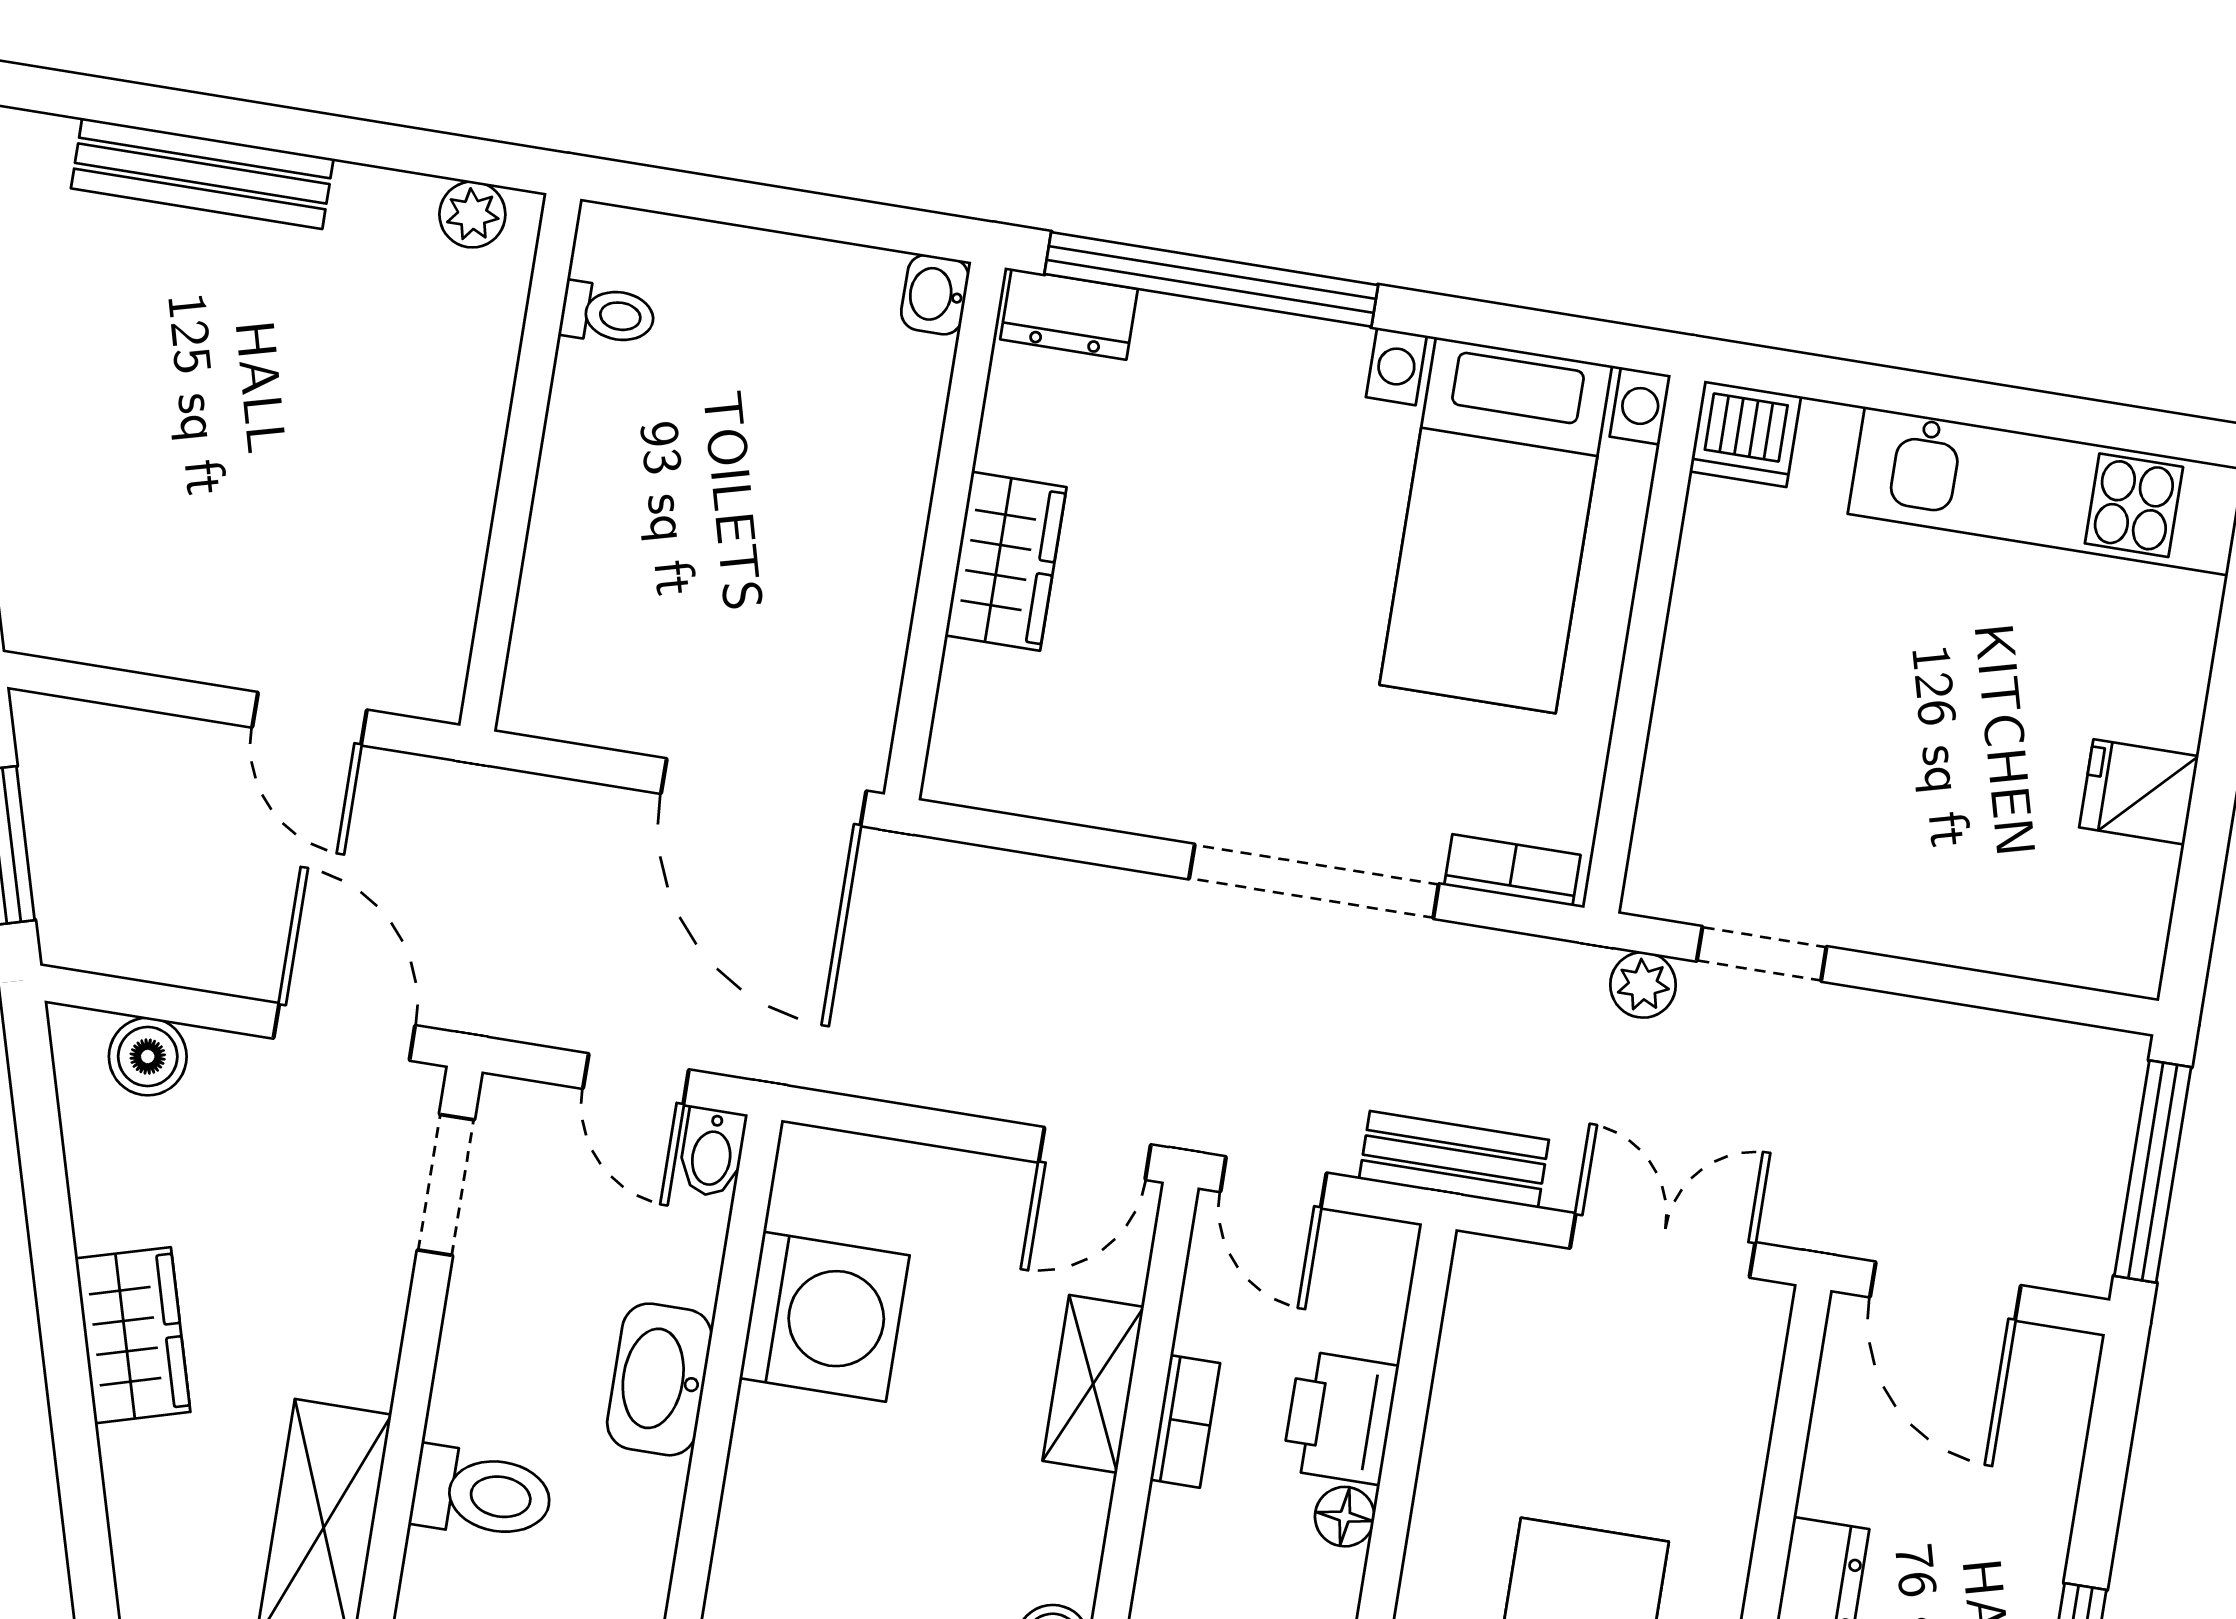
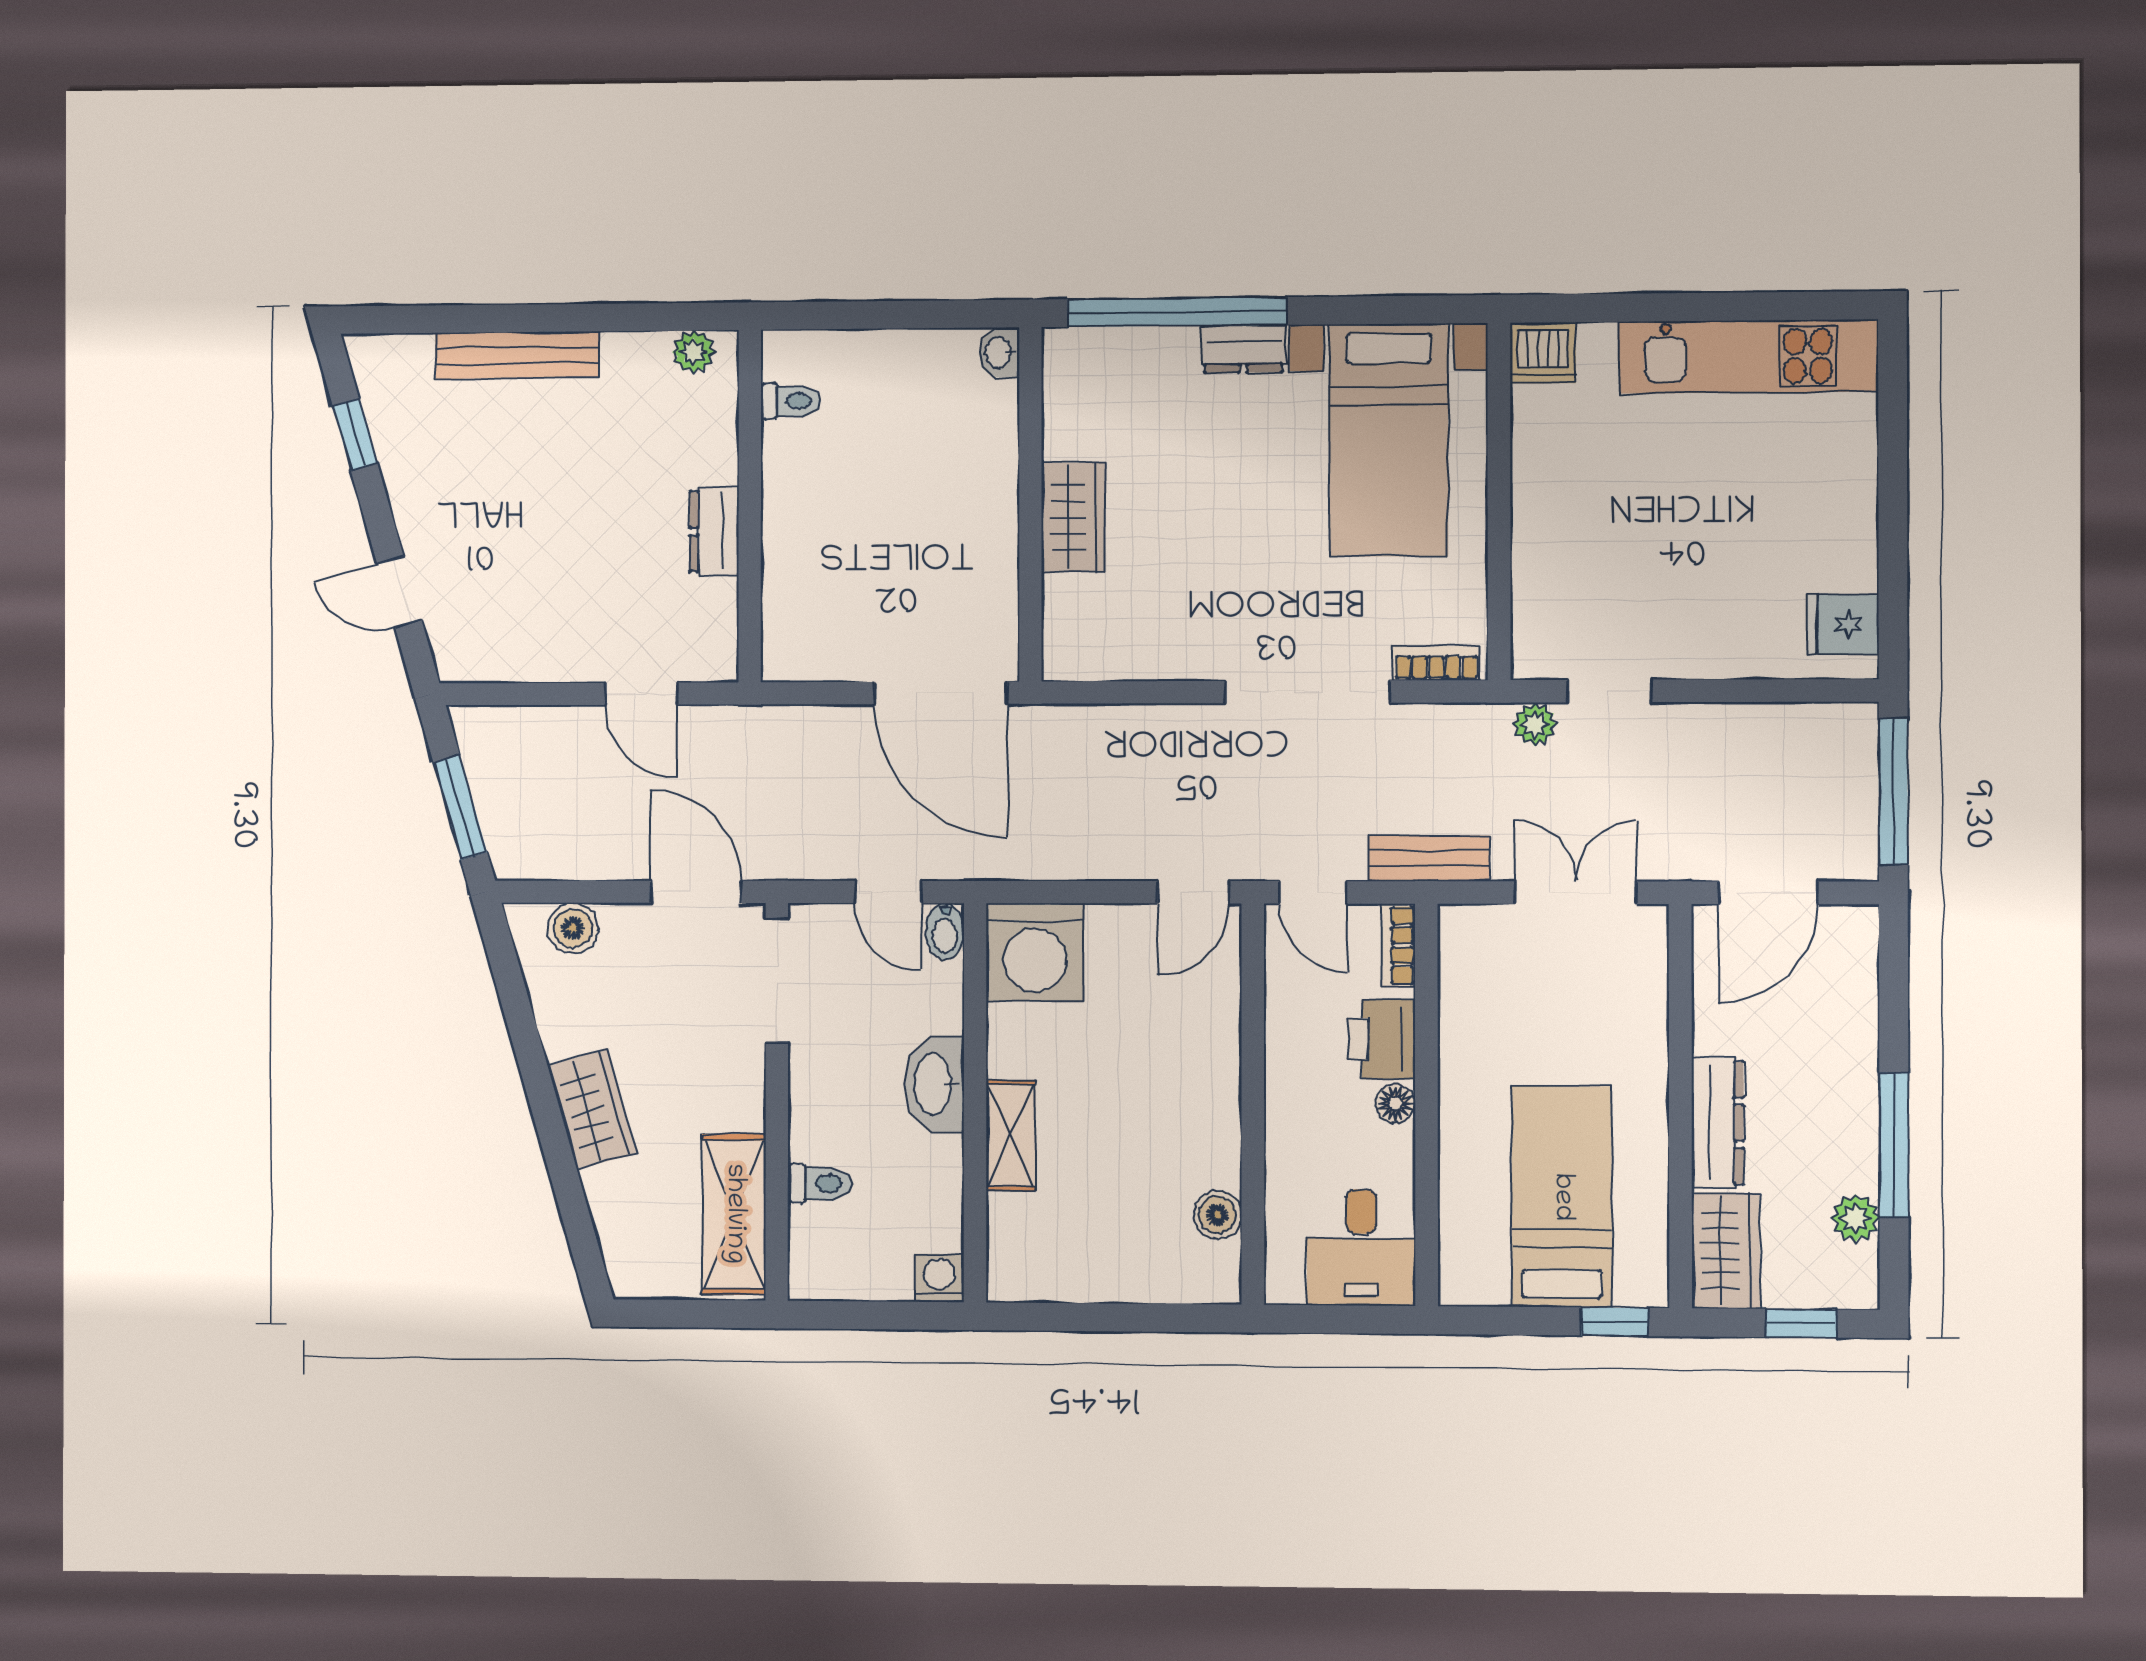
dresser: (1069, 314) -> (1243, 349), moved
dresser: (460, 491) -> (714, 531), added
fridge: (2139, 792) -> (1843, 624), moved
doorway: (446, 1185) -> (777, 980), width x1.38
door: (1945, 1291) -> (1768, 893), hinge flipped
washing machine: (825, 1317) -> (1035, 952), moved, turned 90
shelving: (1093, 1384) -> (1011, 1135), moved
bookcase: (1185, 1421) -> (1398, 945), moved, turned 180
toilet: (482, 1494) -> (820, 1184), width x0.73, depth x0.72

